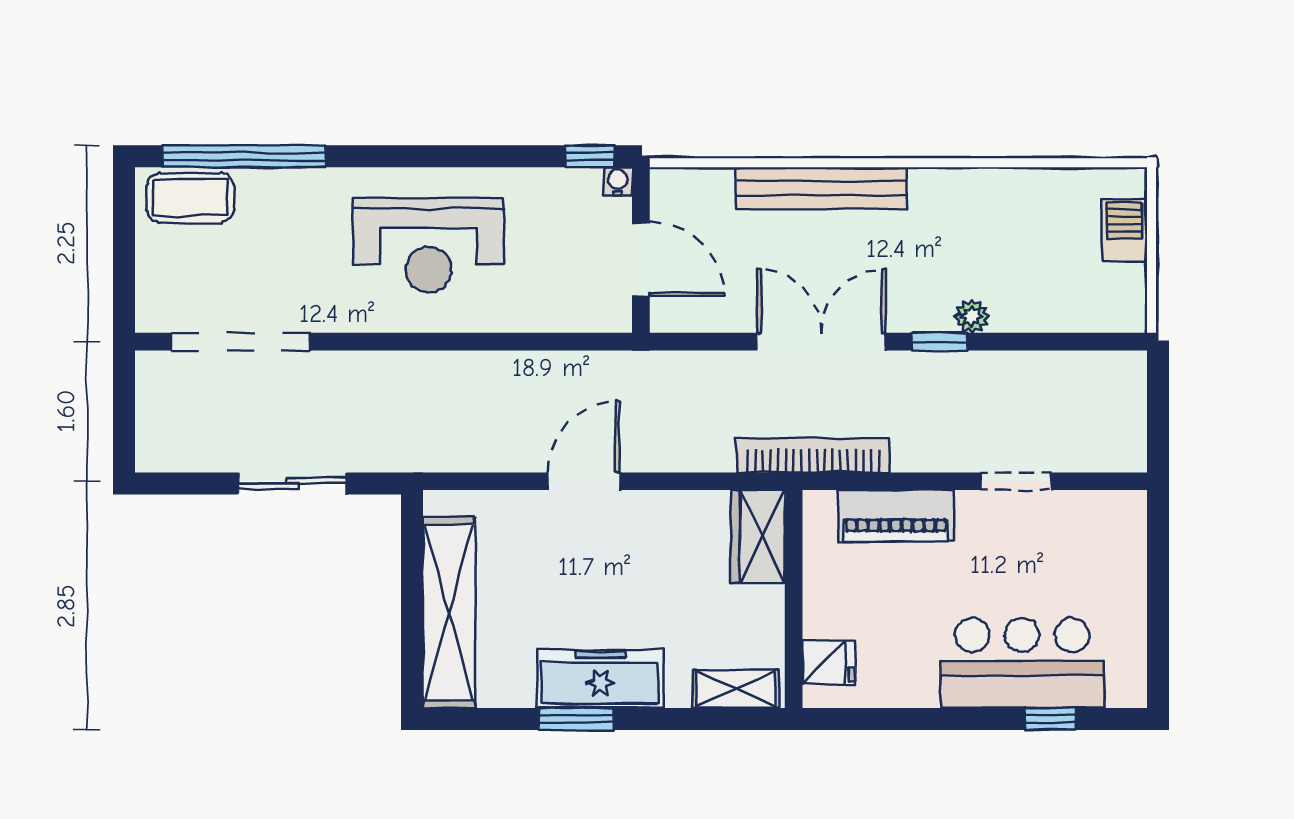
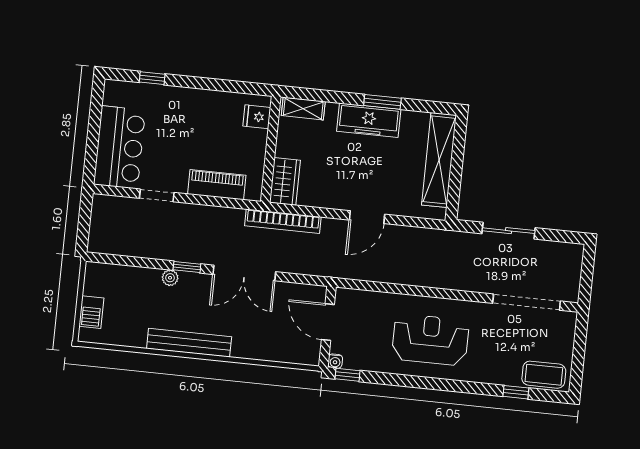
window: (243, 156) -> (516, 392), width x0.32
bench: (822, 188) -> (189, 343), moved
bookcase: (813, 455) -> (283, 221), moved
bar counter: (1022, 663) -> (120, 147), moved, turned -90

